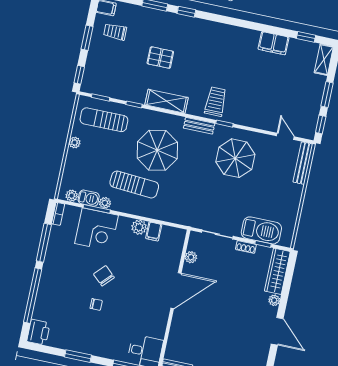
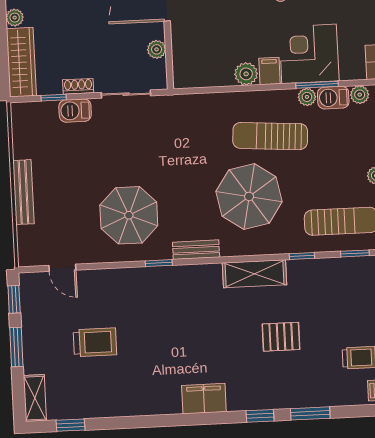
filing cabinet: (274, 43) -> (204, 399), moved
trolley: (216, 102) -> (95, 342), moved, turned -90
bench: (303, 163) -> (23, 192), moved
barbecue: (261, 230) -> (75, 111), width x0.53, depth x0.65
filing cabinet: (154, 231) -> (269, 71), moved

